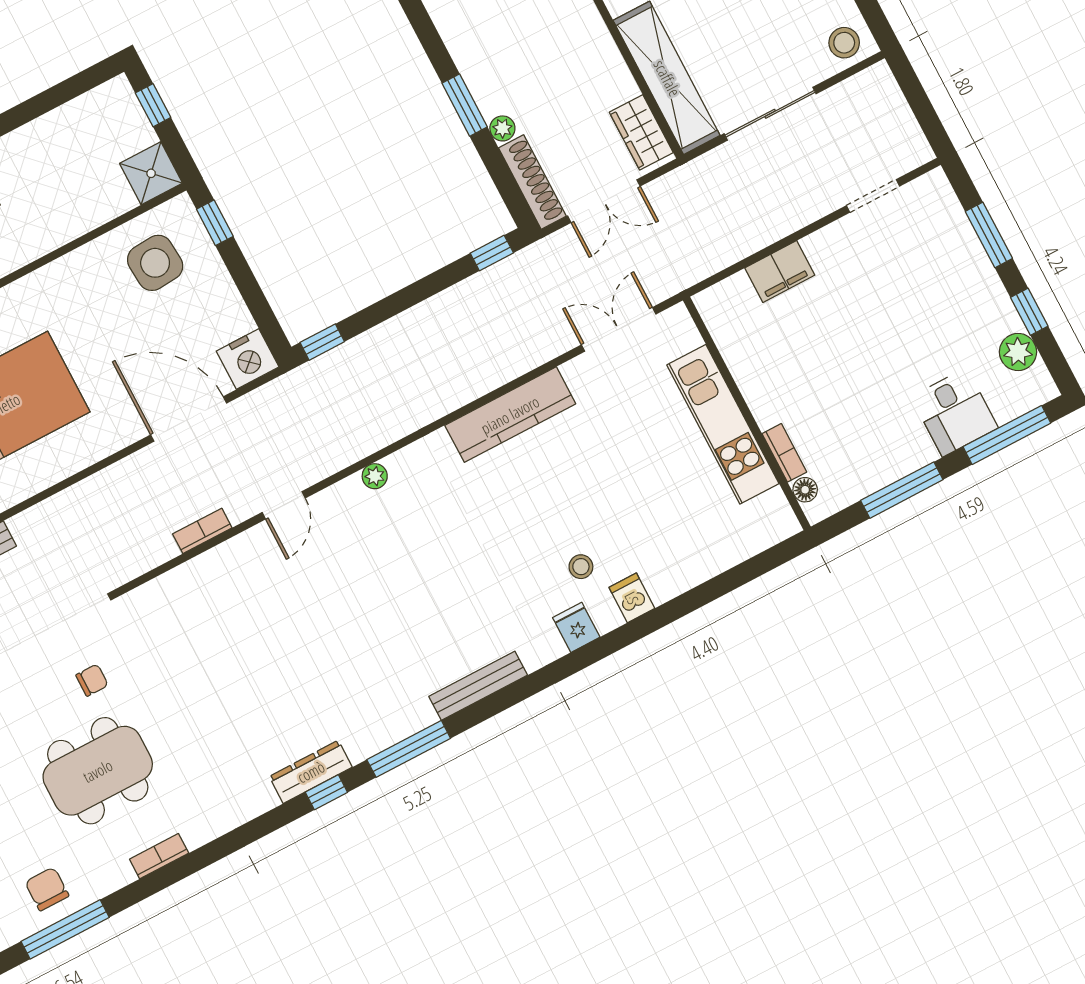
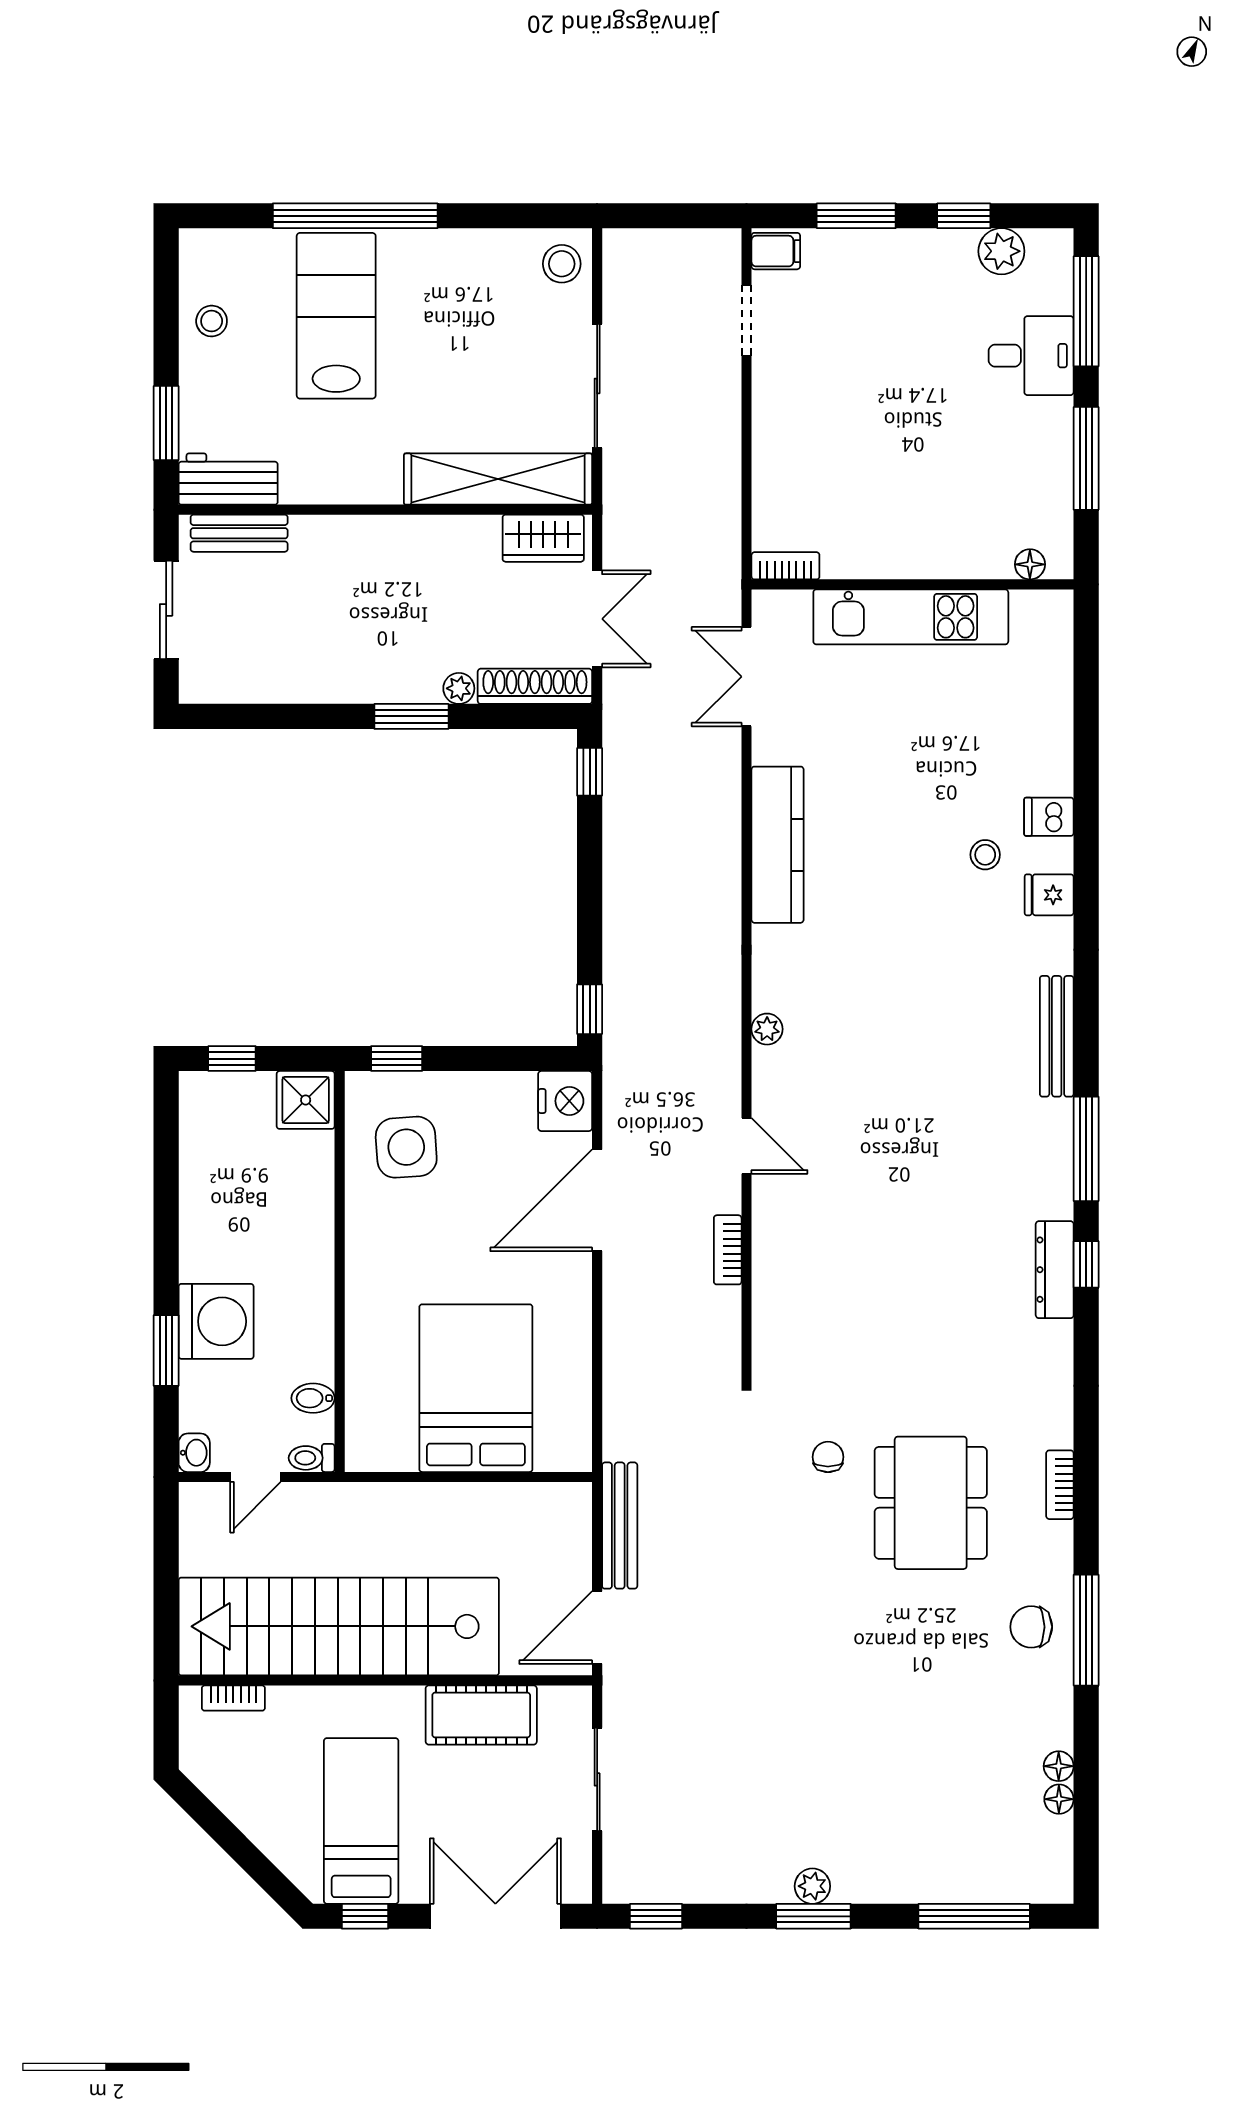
filing cabinet: (780, 271) -> (776, 251), moved, width x0.50
bookcase: (784, 453) -> (785, 566), moved

